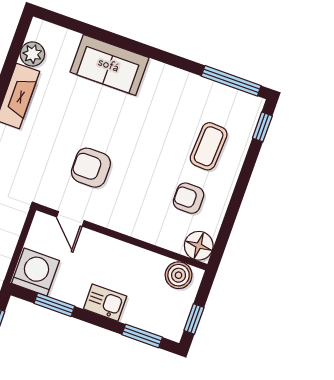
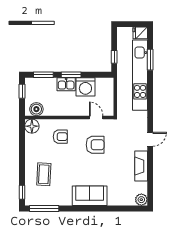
plant: (32, 54) -> (141, 200), moved
sofa: (109, 65) -> (90, 196), moved
armchair: (189, 198) -> (60, 137), moved
washing machine: (36, 272) -> (85, 87), moved
window: (54, 305) -> (71, 75), moved

